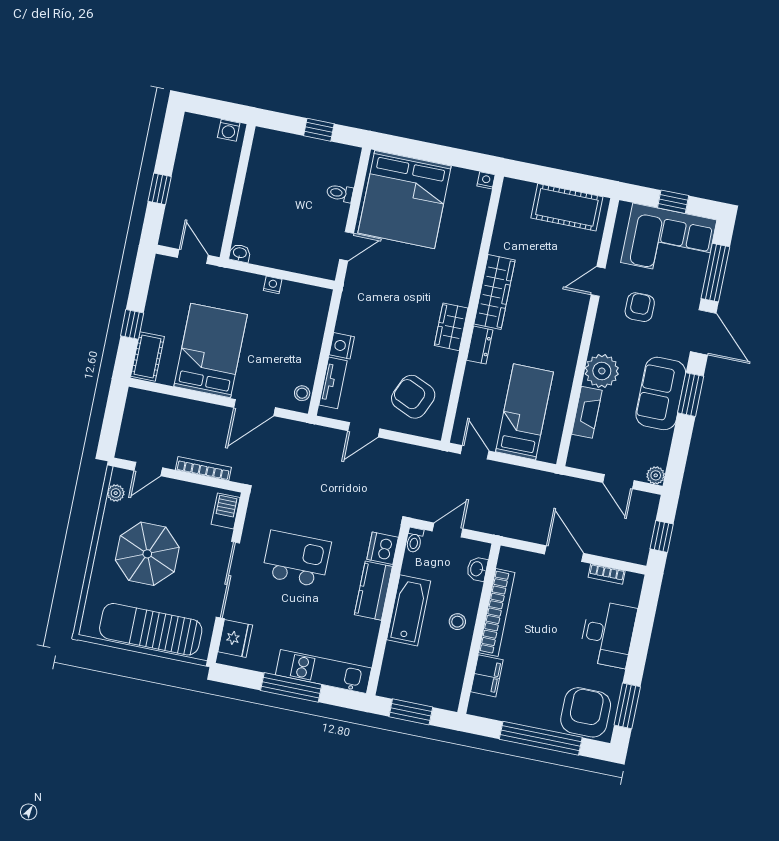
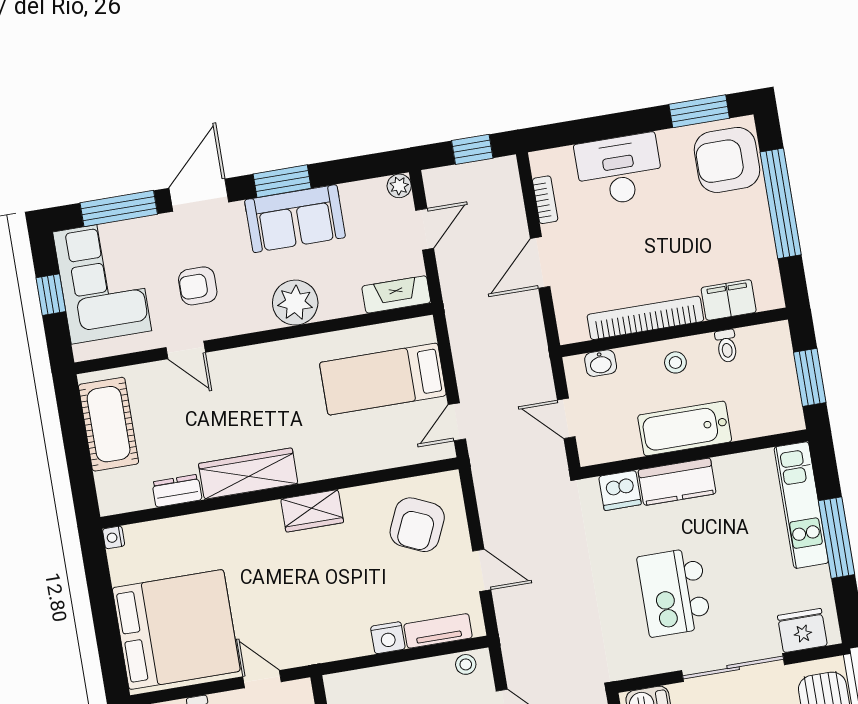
dresser: (480, 345) -> (177, 491), moved
fireplace: (587, 412) -> (396, 294), moved
toilet: (414, 540) -> (726, 346), moved, turned 90

